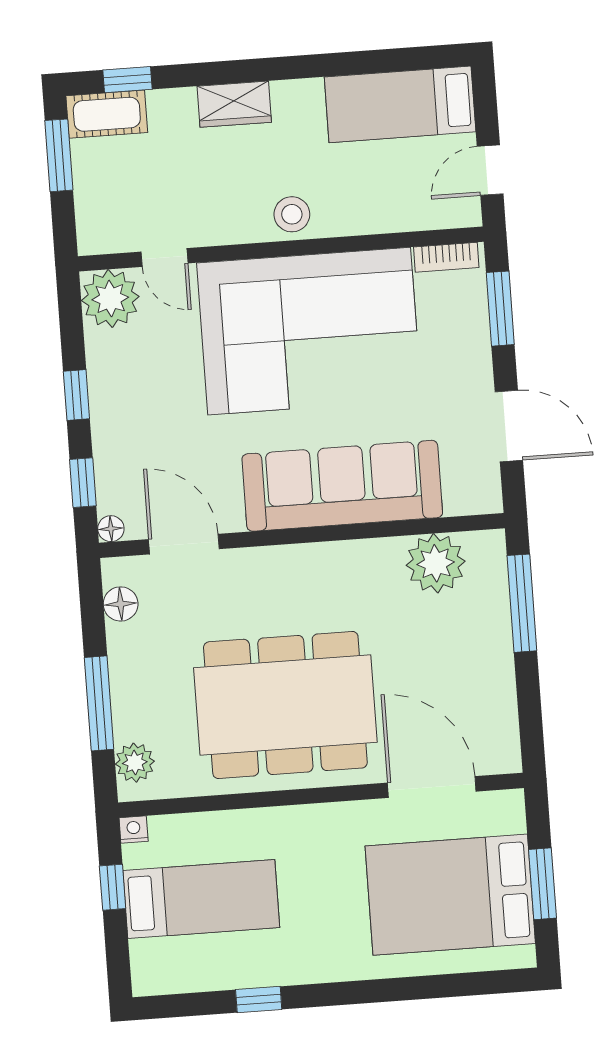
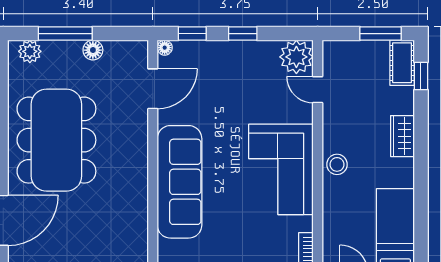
door: (164, 257) -> (318, 90), hinge flipped
corner sofa: (309, 331) -> (281, 169), width x0.73, depth x0.74
plant: (436, 563) -> (131, 232), removed
floor lamp: (121, 604) -> (93, 50), moved

